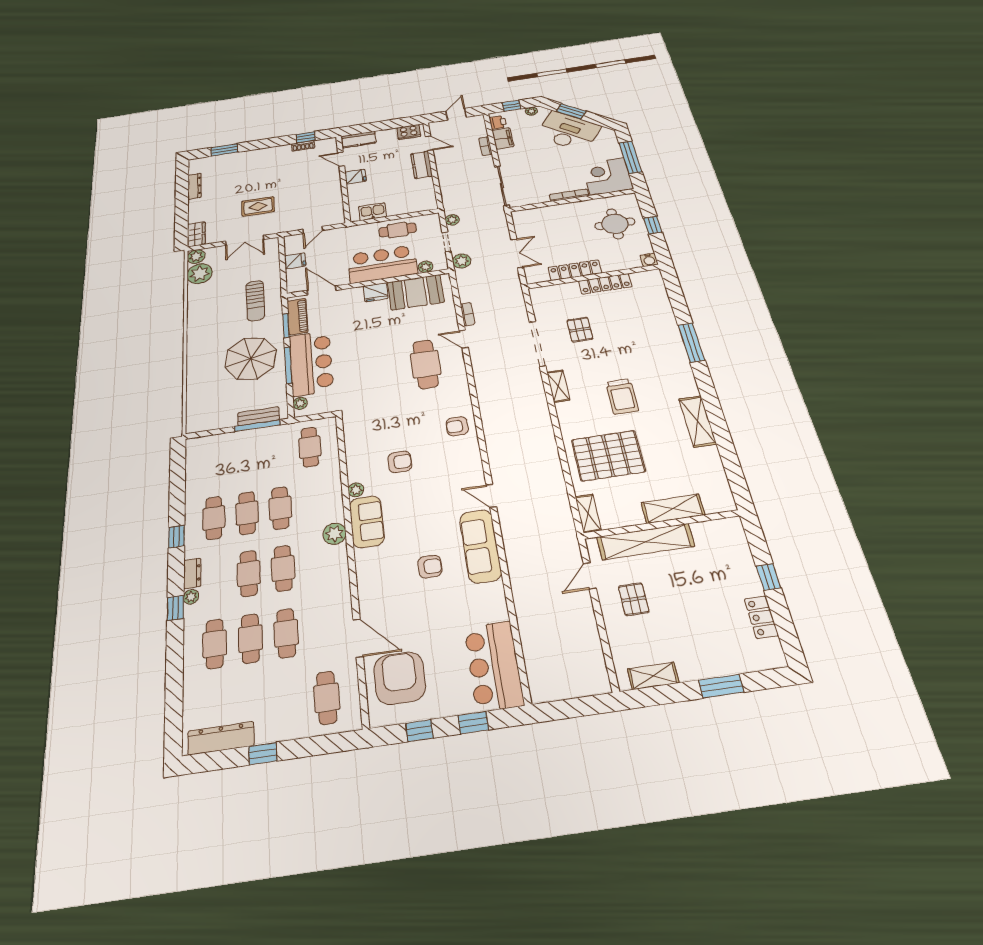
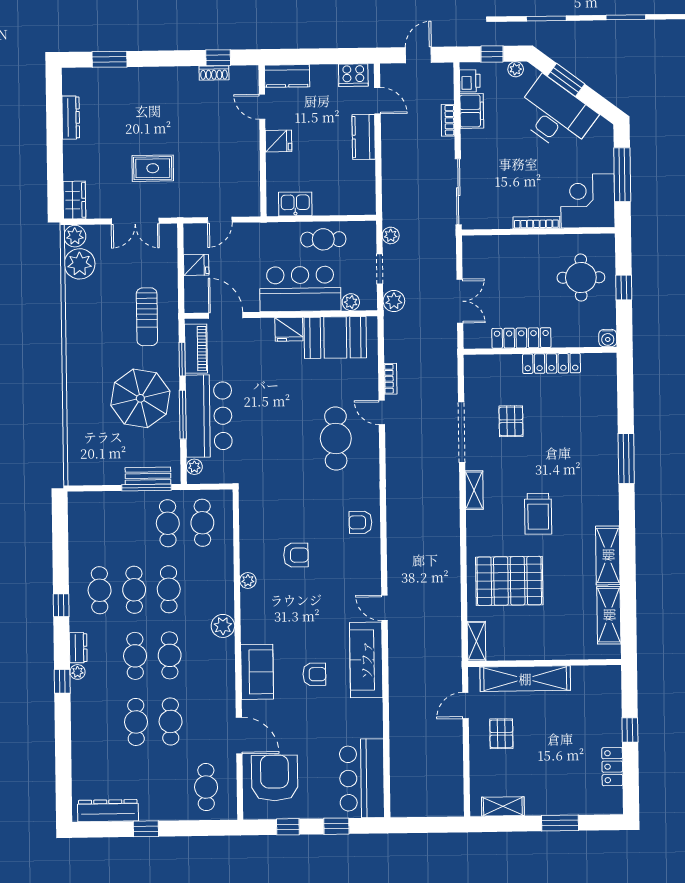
shelving: (673, 509) -> (609, 615), moved, turned 90
sofa: (367, 522) -> (257, 672), moved
cafe table: (215, 644) -> (168, 523), moved

